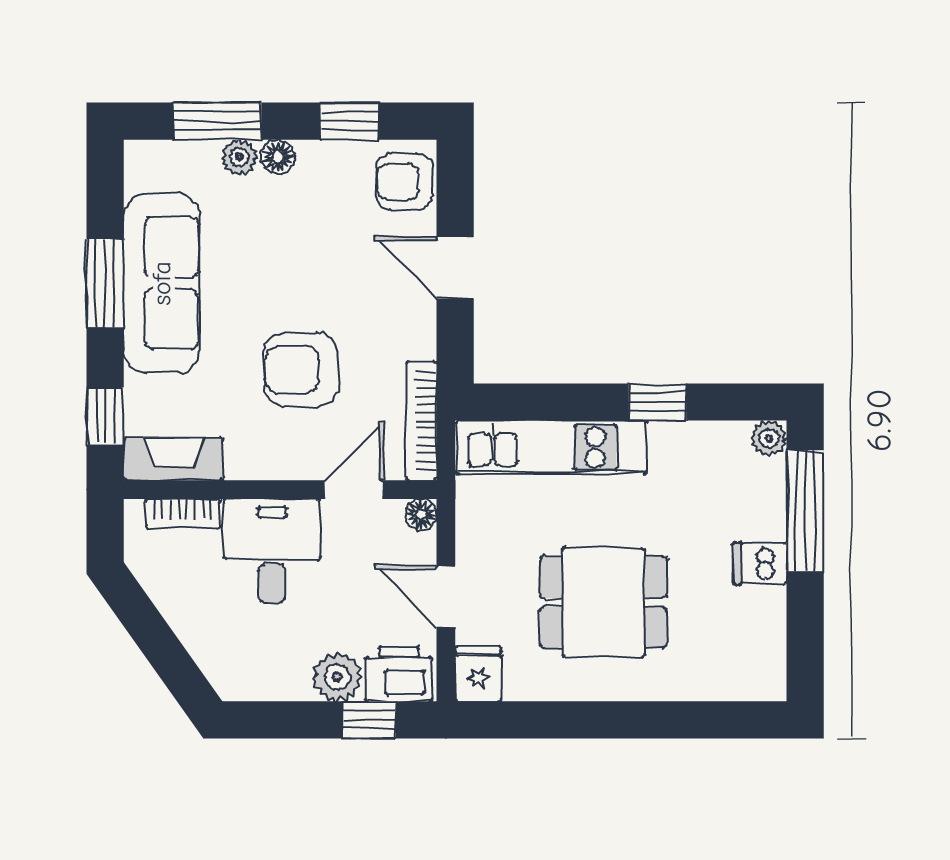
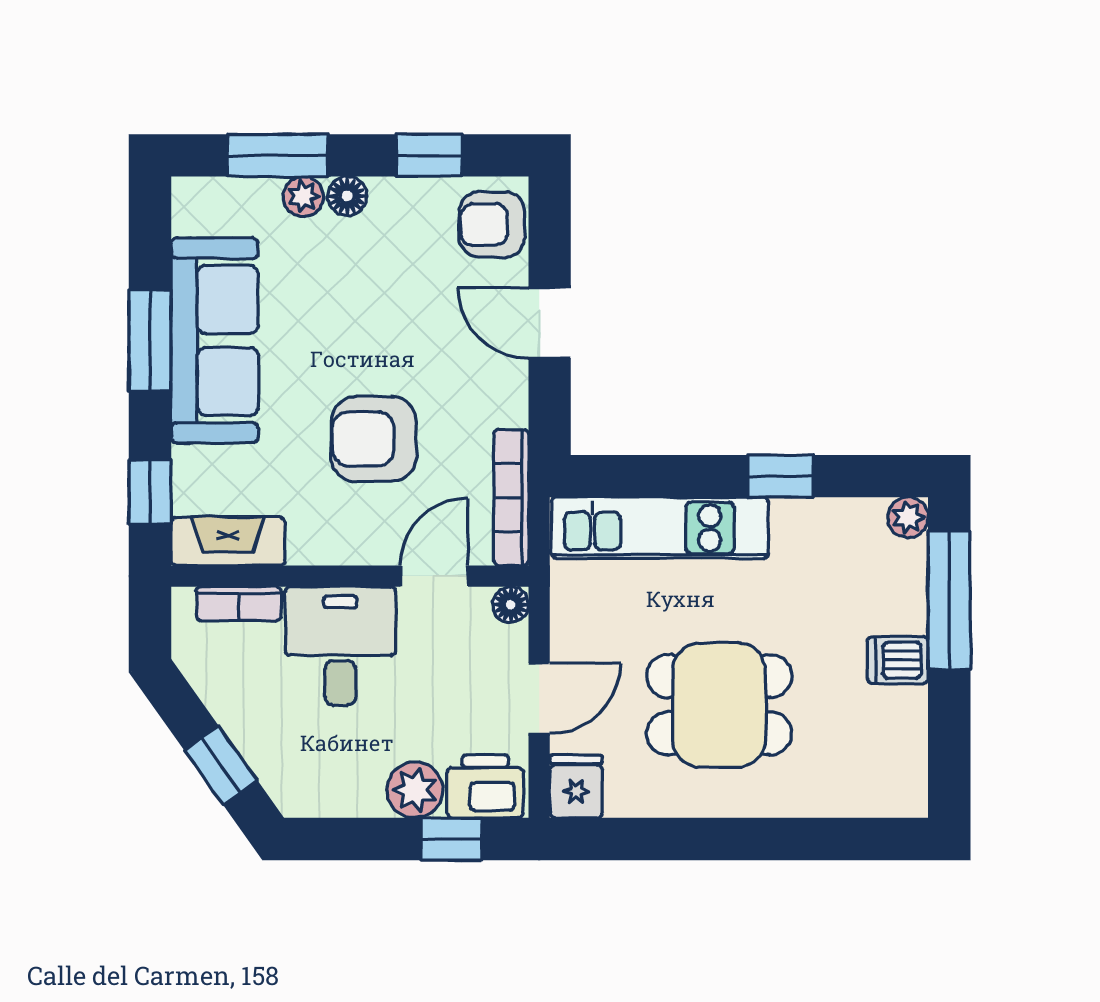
door: (446, 597) -> (539, 698), swing flipped
window: (167, 655) -> (221, 765), added

